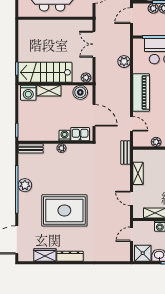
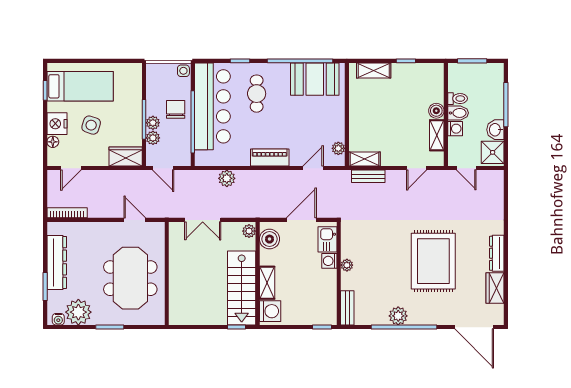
piano: (141, 93) -> (270, 157), width x0.73, depth x0.75
plant: (156, 142) -> (338, 148), moved
bench: (125, 152) -> (368, 176), moved
shelving: (138, 173) -> (364, 159), moved

